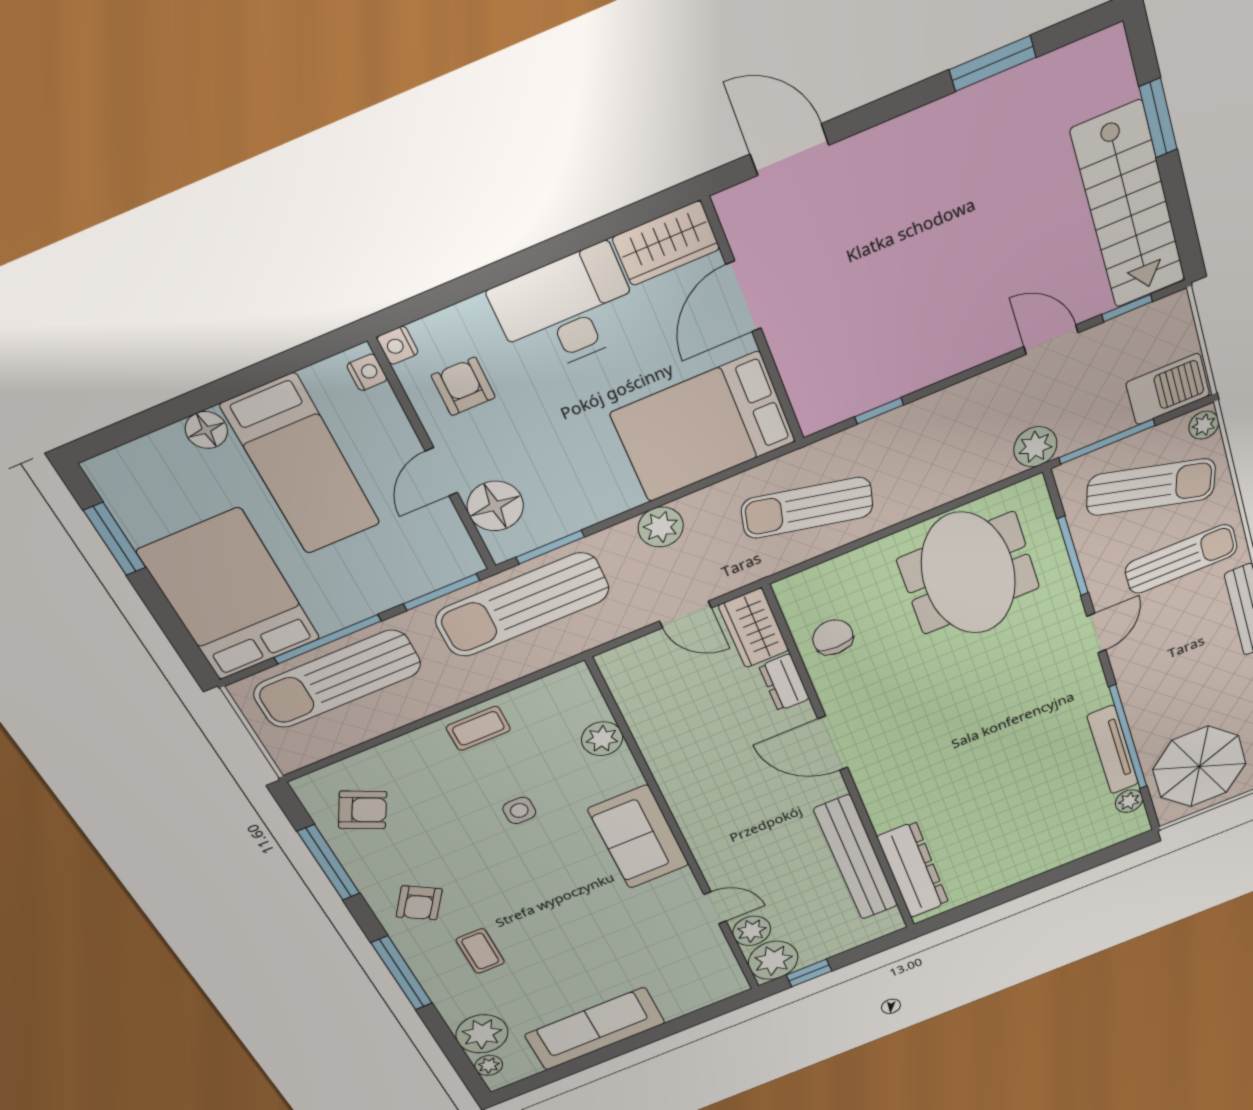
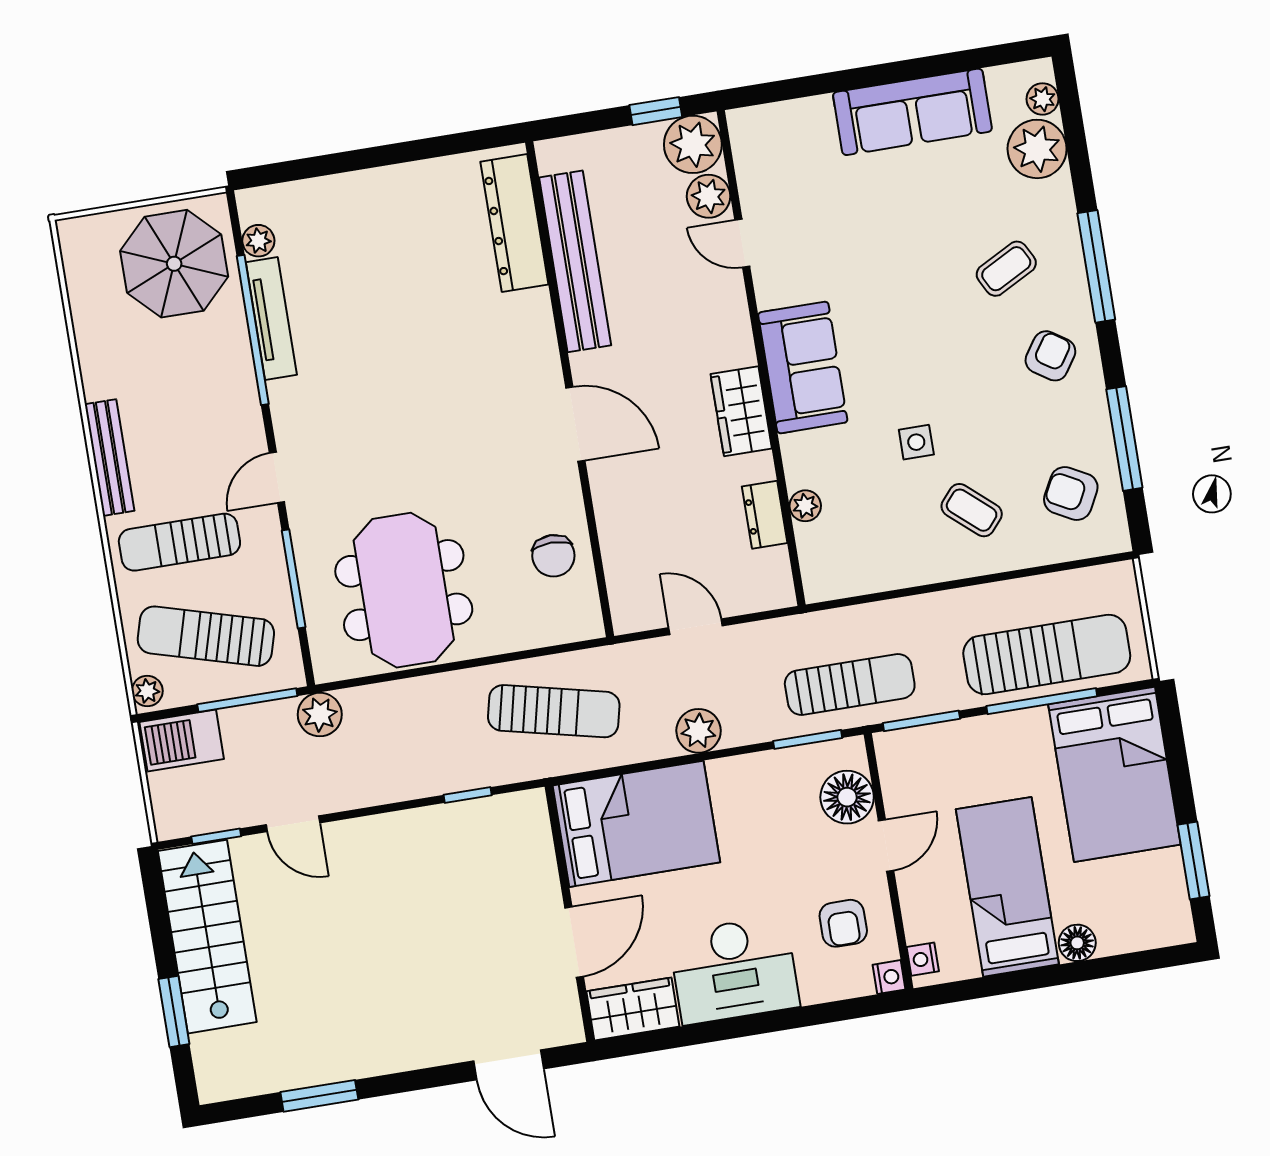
sun lounger: (522, 605) -> (850, 684), width x0.73, depth x0.75
wardrobe: (754, 628) -> (741, 411), moved, turned 180
dresser: (784, 683) -> (765, 515), moved, turned 180
coffee table: (478, 728) -> (972, 510), moved, turned 41
plant: (602, 739) -> (805, 506), width x0.73, depth x0.73
coffee table: (480, 951) -> (1006, 269), turned 62

